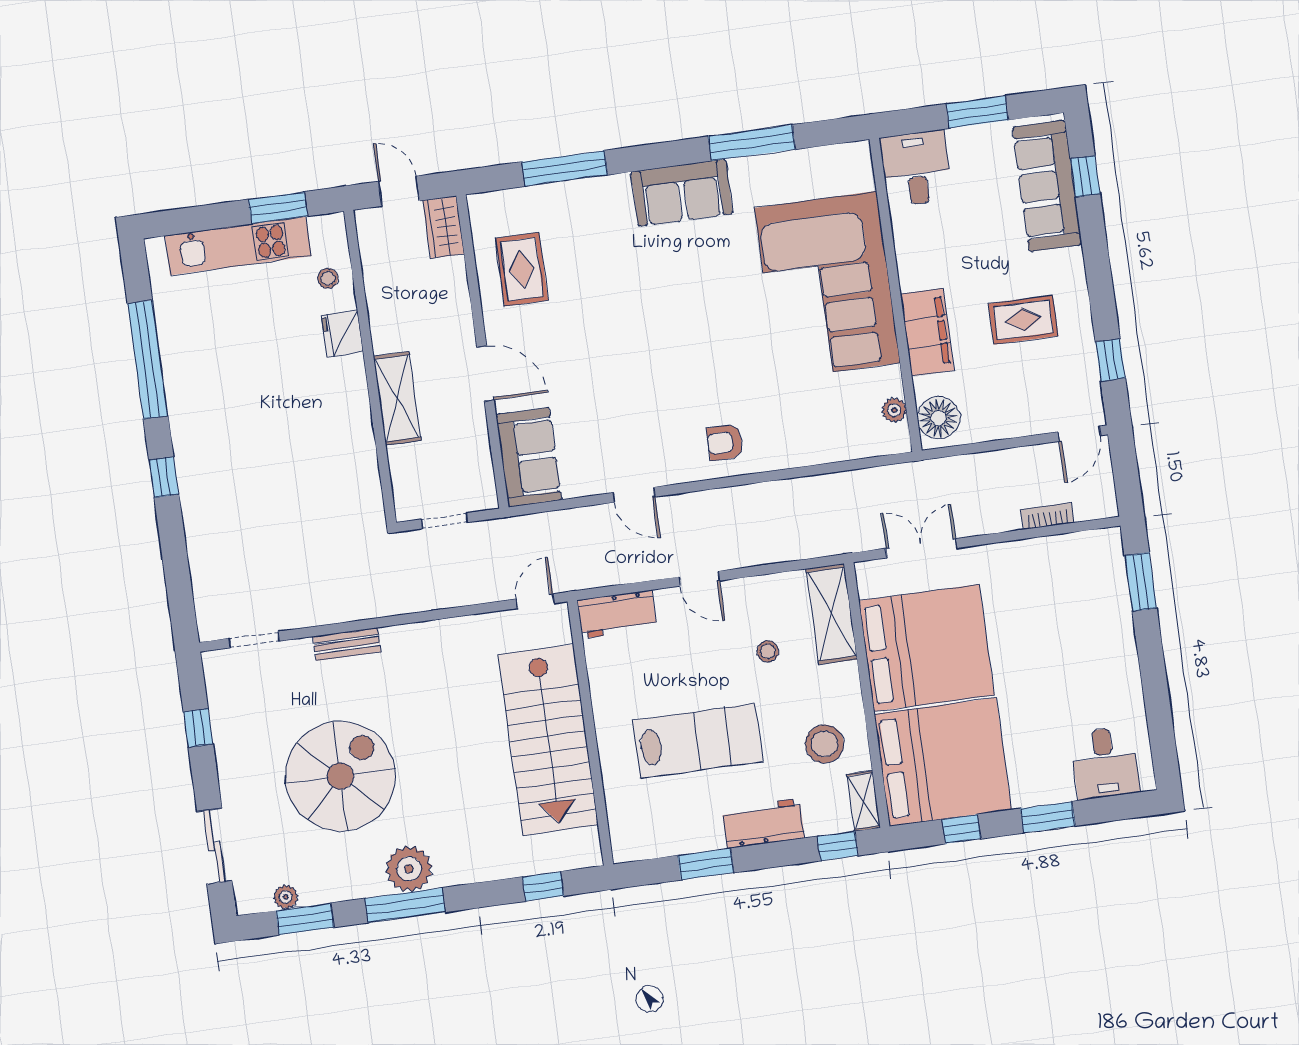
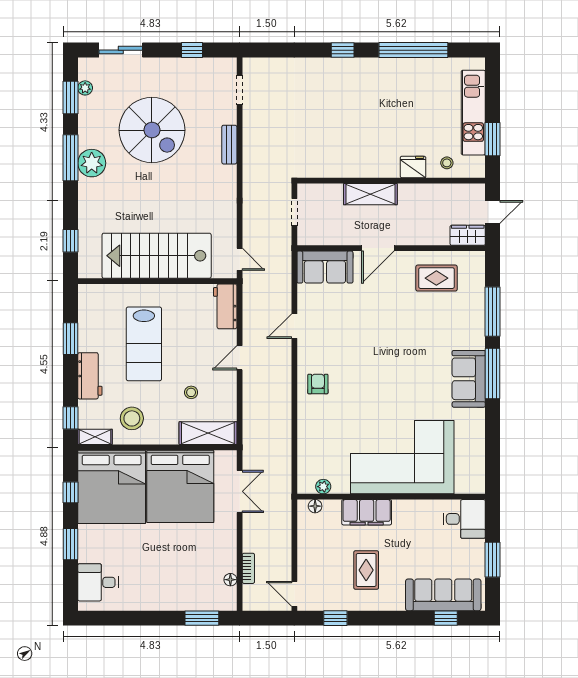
window: (752, 143) -> (493, 374), moved
floor lamp: (939, 418) -> (315, 506), width x0.53, depth x0.53
floor lamp: (1070, 543) -> (230, 580), added

